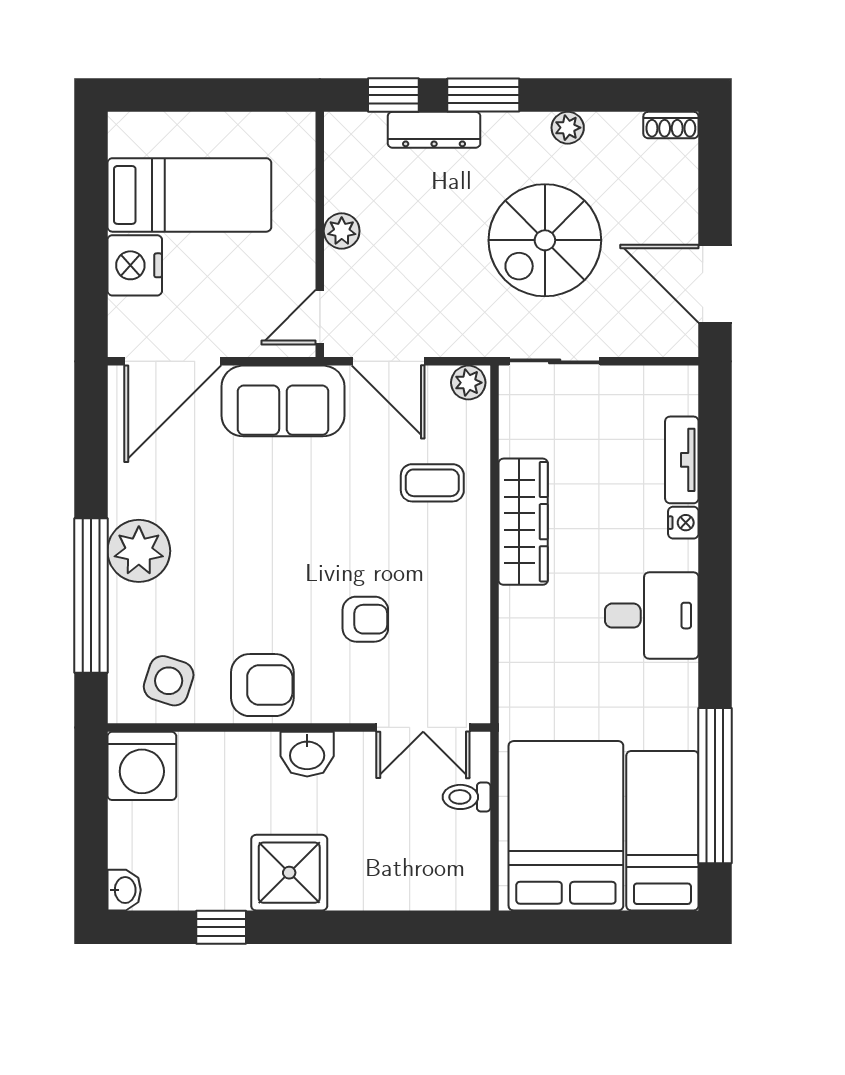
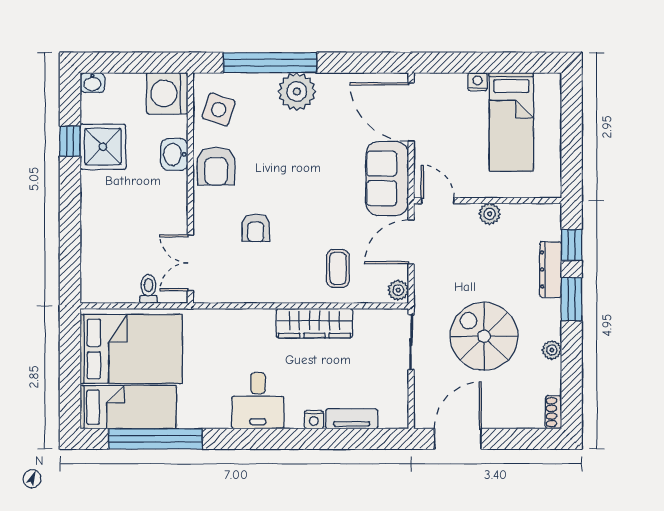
nightstand: (135, 265) -> (478, 82), width x0.53, depth x0.56
washbasin: (307, 754) -> (174, 154), moved
shower: (289, 873) -> (103, 147), moved

